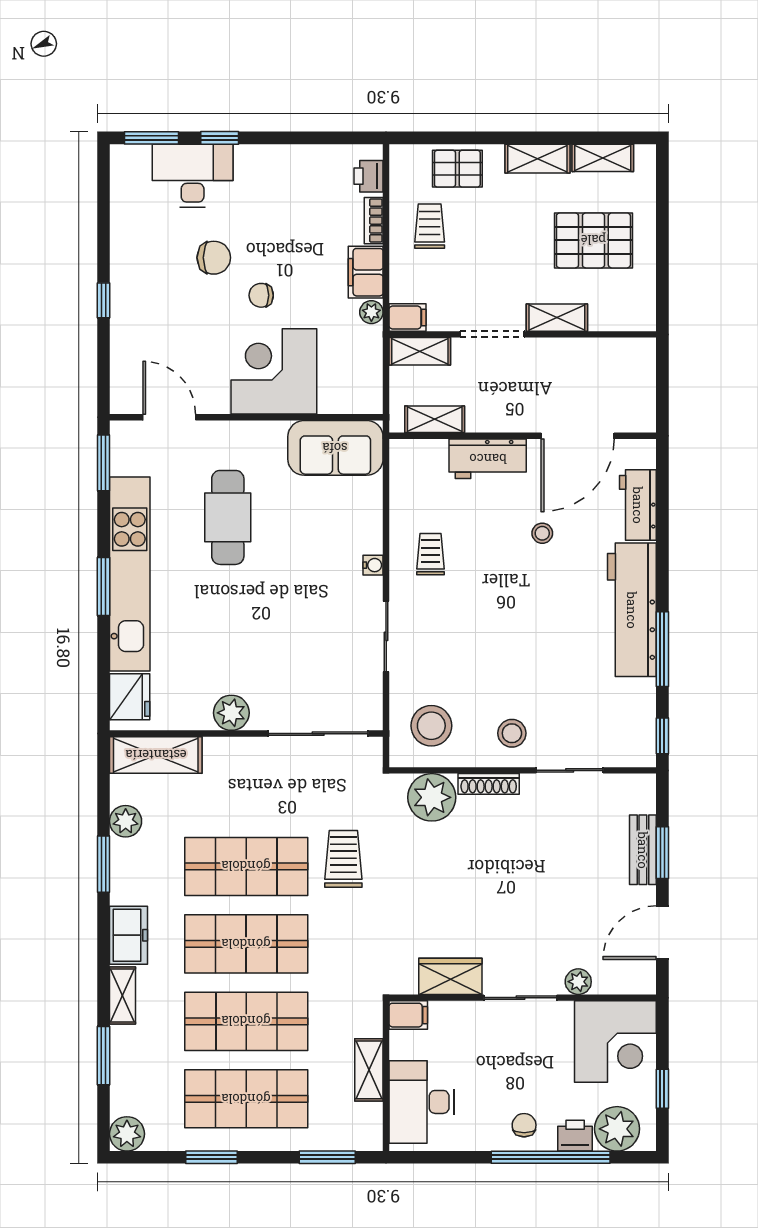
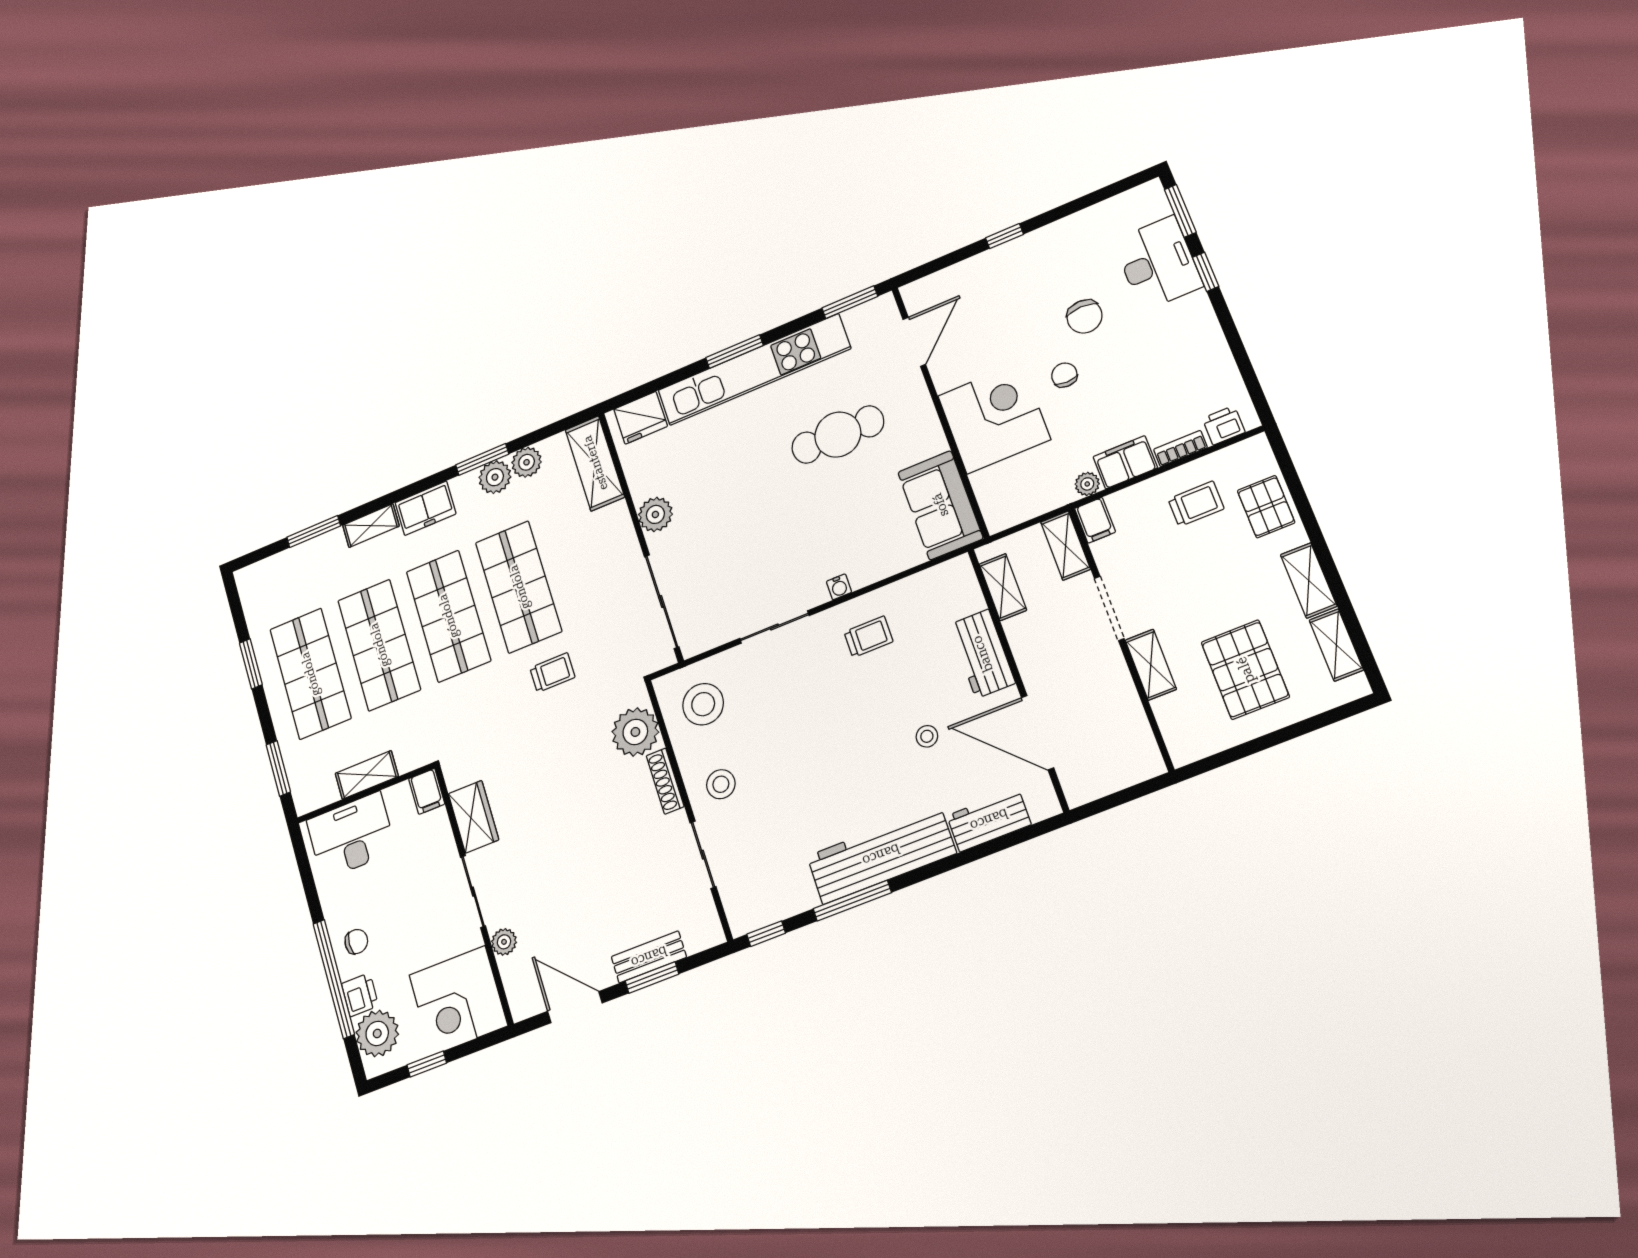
trolley: (343, 859) -> (552, 673), width x0.73, depth x0.72
plant: (127, 1134) -> (495, 477), moved

